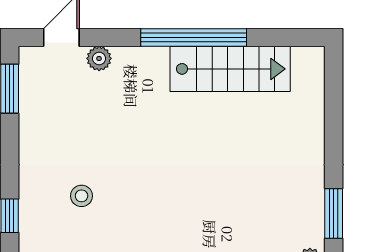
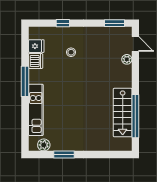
window: (194, 38) -> (135, 116), moved

